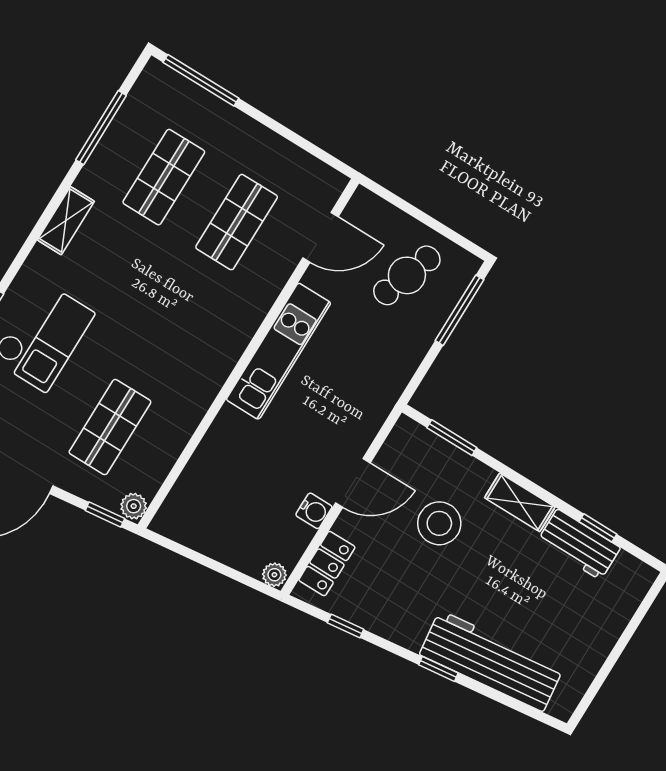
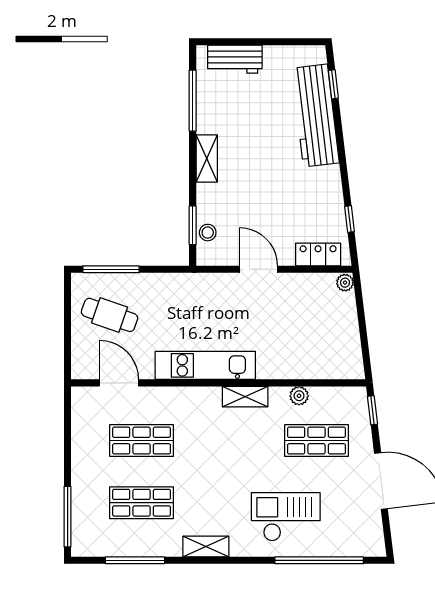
shelving: (213, 375) -> (245, 397), added
plant: (134, 506) -> (299, 396), moved
water cooler: (314, 511) -> (290, 283), removed
stool: (439, 523) -> (208, 233), moved, width x0.53, depth x0.53
window: (598, 528) -> (193, 101), width x2.17
workbench: (579, 544) -> (235, 59), moved, turned 90
window: (438, 669) -> (333, 84), moved

